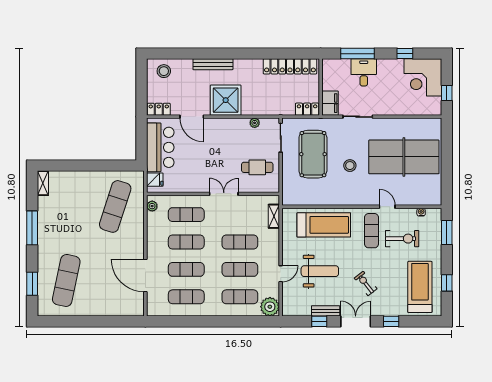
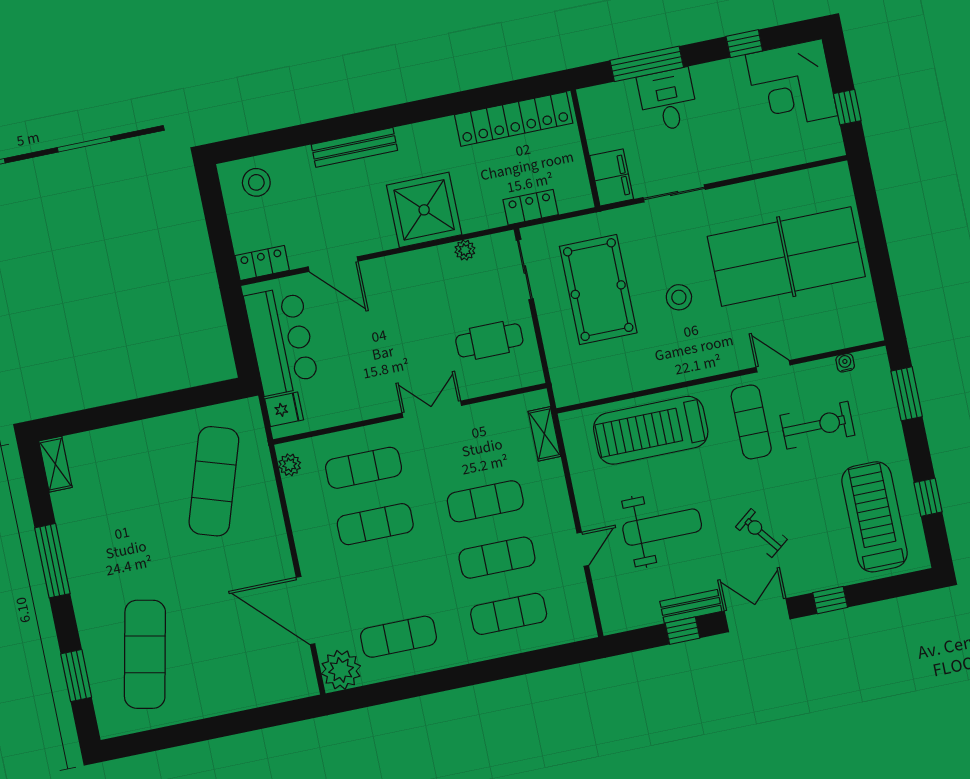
shower: (226, 100) -> (424, 210), moved
locker: (307, 109) -> (531, 207), moved
treadmill: (324, 225) -> (651, 430), turned 180
exercise mat: (186, 269) -> (387, 580), removed
plant: (270, 307) -> (341, 670), moved

